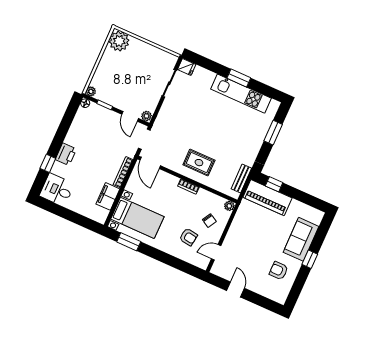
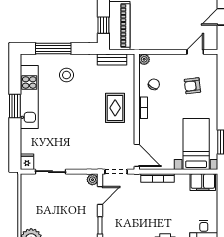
window: (273, 133) -> (53, 48), width x1.44
stool: (246, 134) -> (66, 75), added
door: (150, 163) -> (137, 155), hinge flipped
filing cabinet: (108, 196) -> (203, 182), moved
chair: (209, 221) -> (154, 84), moved
armchair: (188, 237) -> (192, 86), turned -105
door: (216, 252) -> (195, 52), swing flipped

